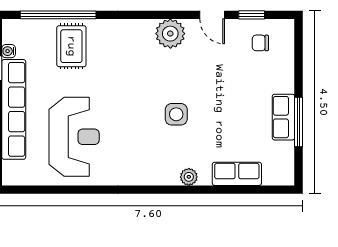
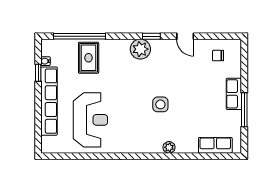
window: (252, 15) -> (151, 36), moved
plant: (170, 34) -> (140, 49), moved
row of seats: (283, 117) -> (234, 94), moved
row of seats: (237, 174) -> (215, 145), moved

